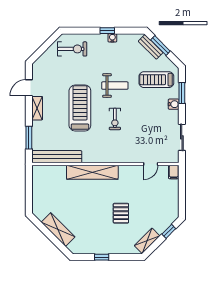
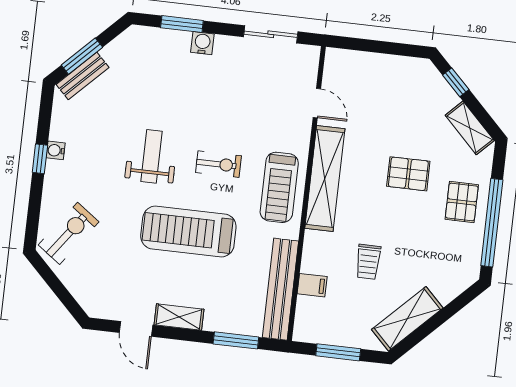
exercise bike: (72, 49) -> (69, 233), turned 36
treadmill: (156, 80) -> (279, 187), moved
shelving: (92, 172) -> (325, 178), moved
filing cabinet: (174, 172) -> (312, 285), moved
window: (29, 189) -> (338, 352), added
trolley: (75, 198) -> (368, 262), added
shelving: (58, 230) -> (407, 319), moved
pallet: (110, 241) -> (462, 202), added
window: (102, 257) -> (492, 223), width x3.17

